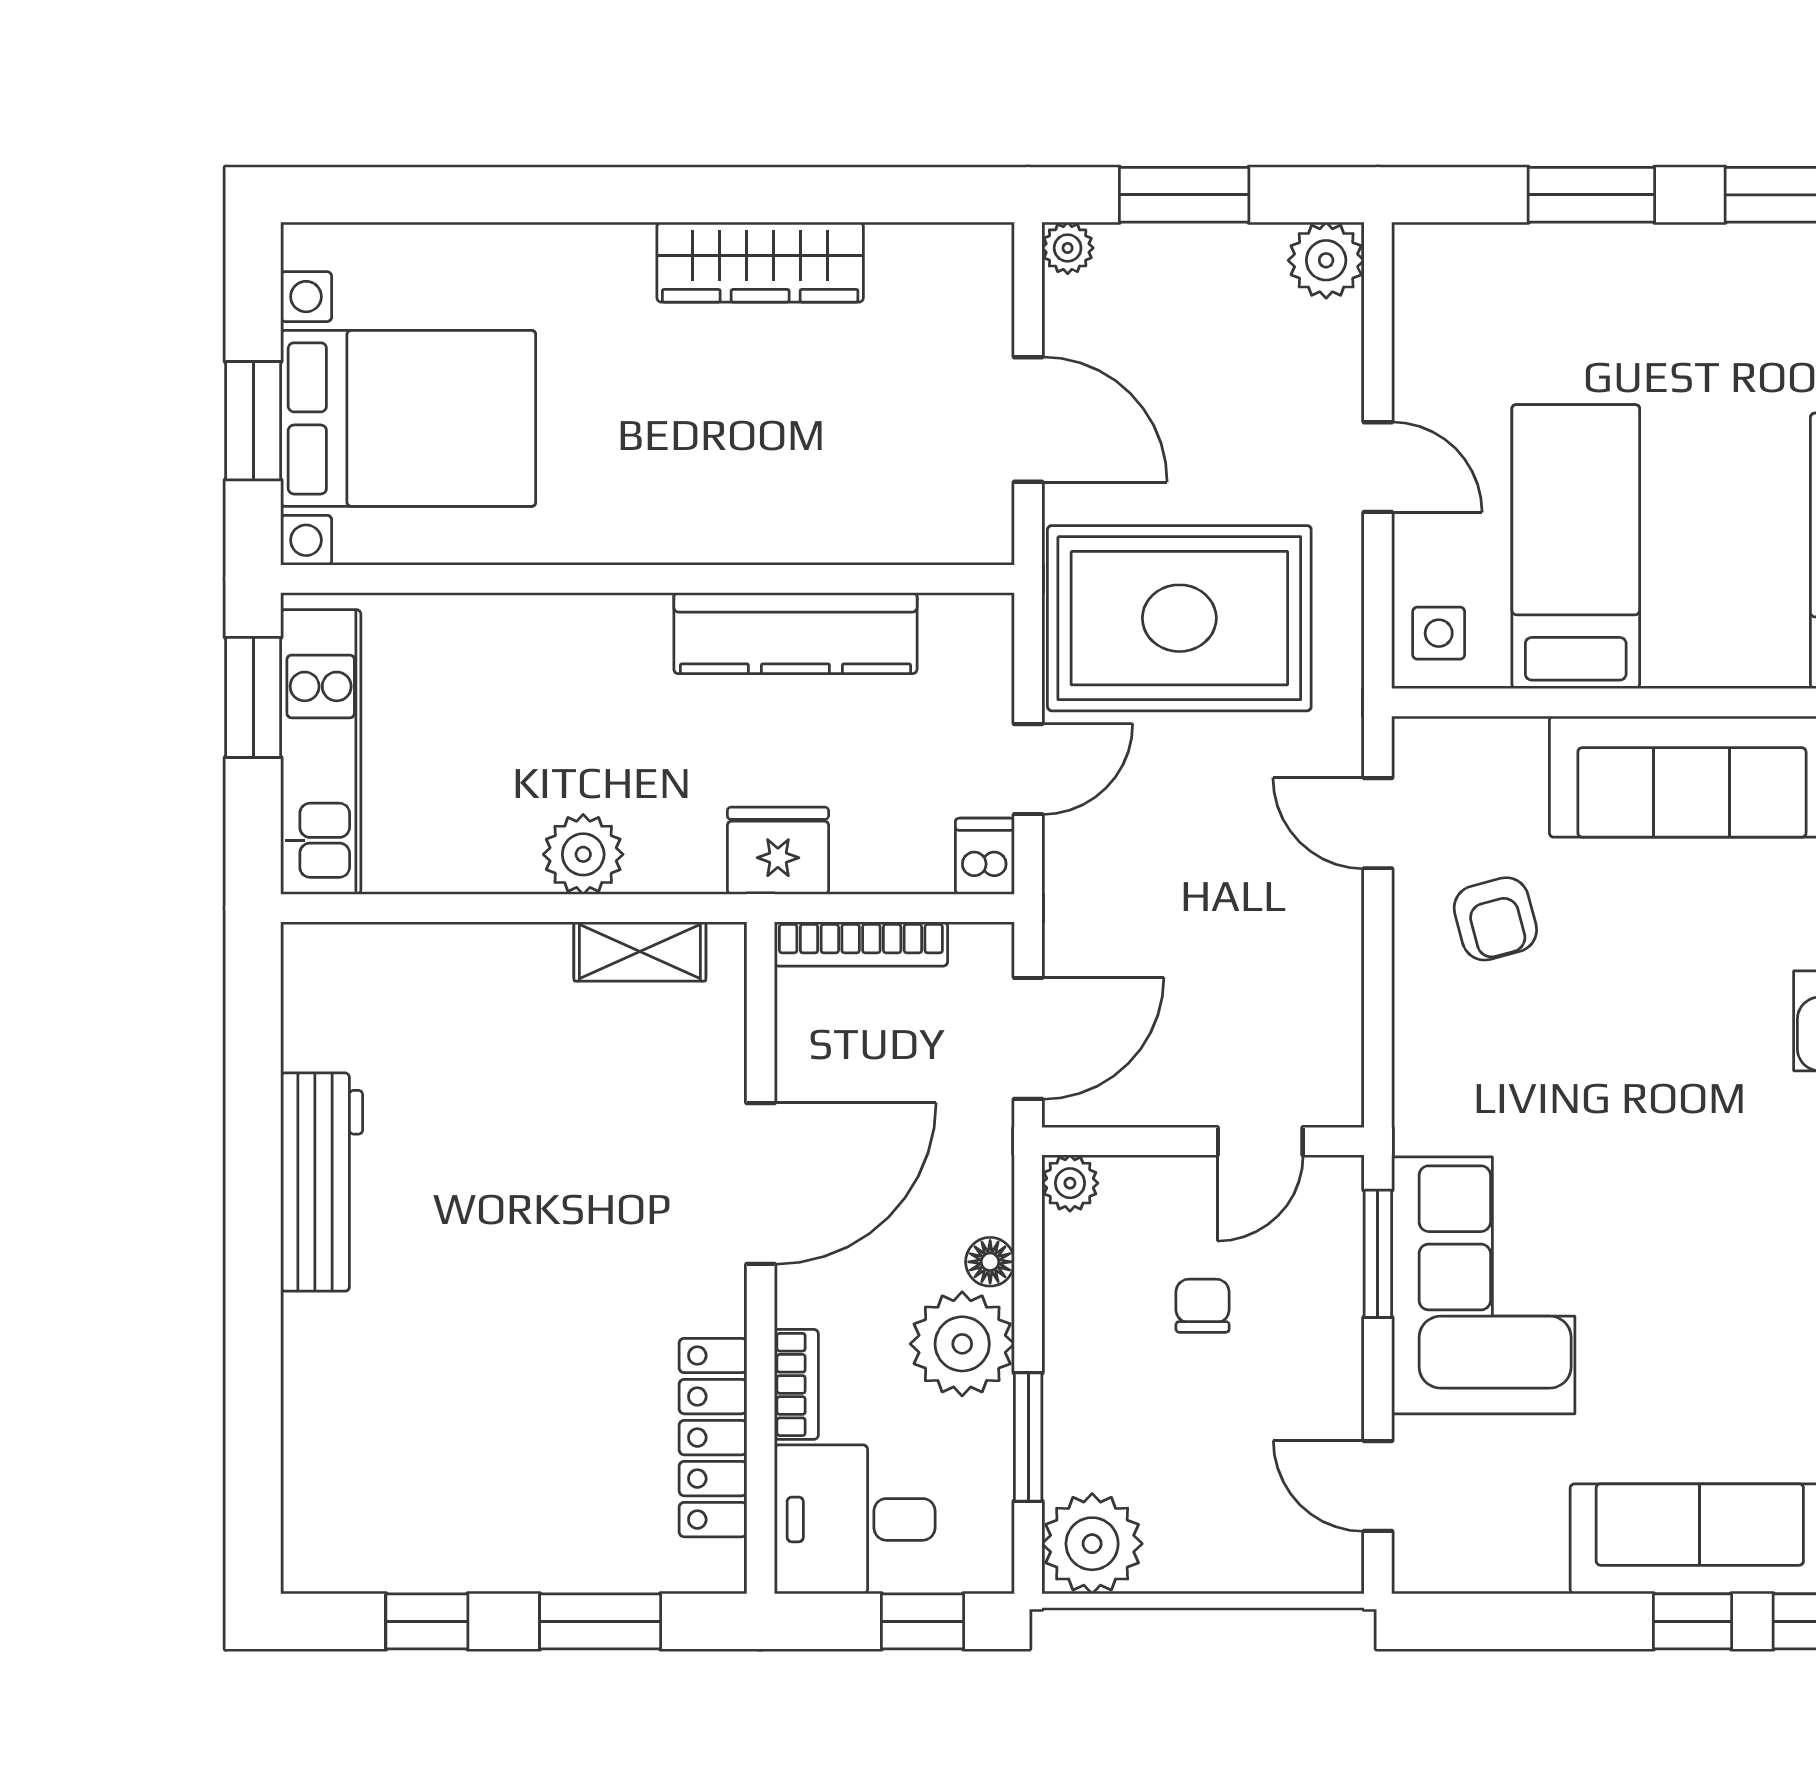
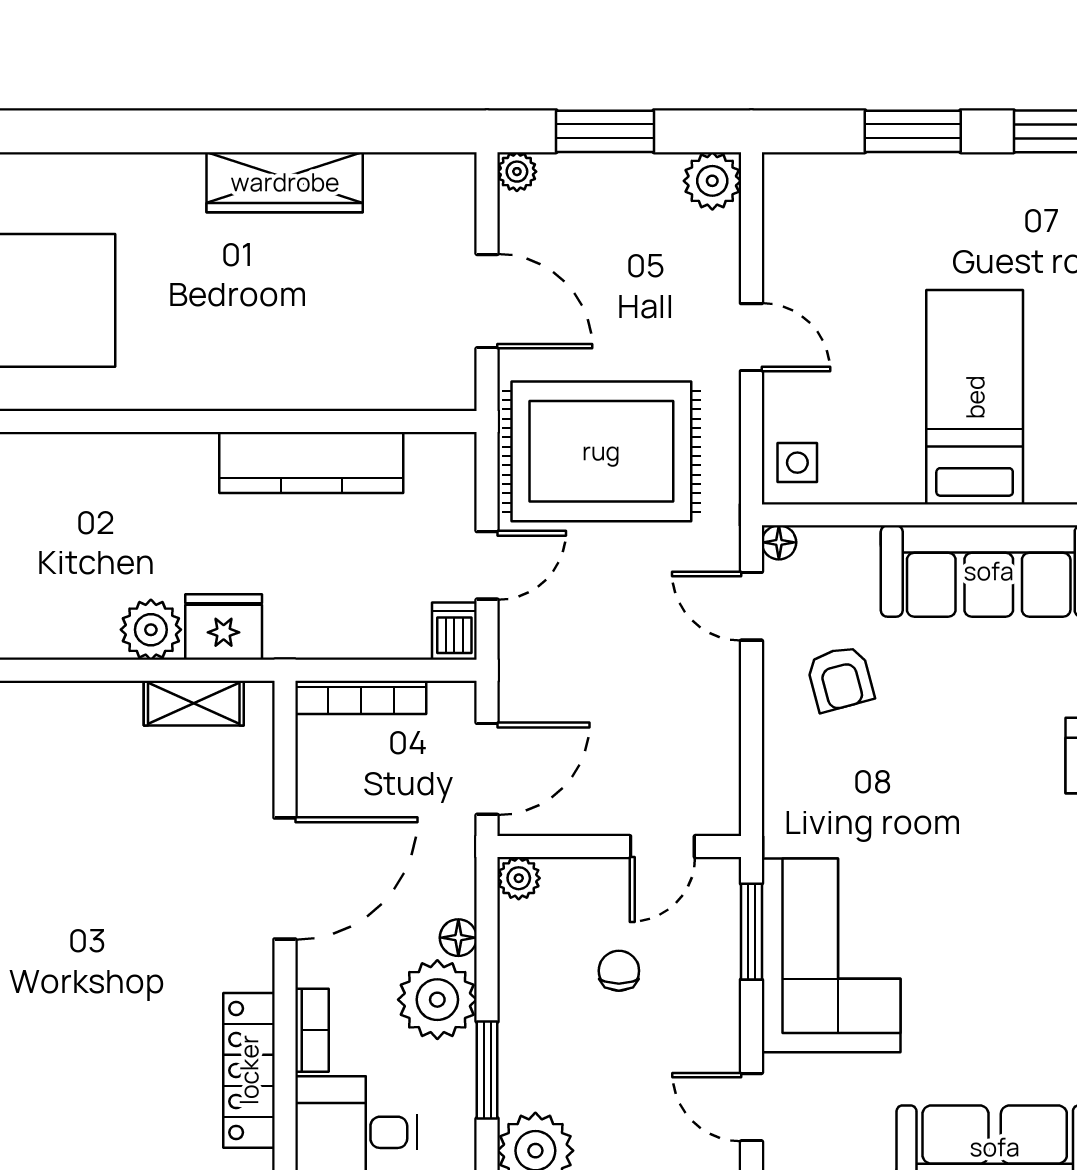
bed: (1576, 547) -> (975, 397), moved
floor lamp: (1414, 739) -> (779, 542), added
fridge: (778, 851) -> (224, 627), moved

